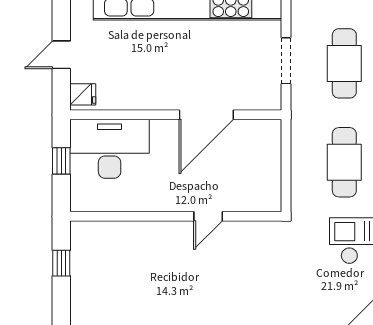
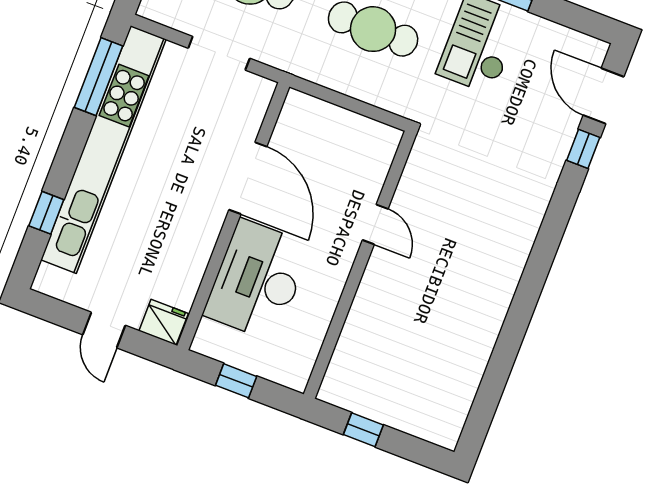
fridge: (83, 94) -> (164, 322), width x1.38
desk: (110, 149) -> (257, 280), moved

